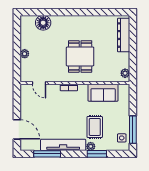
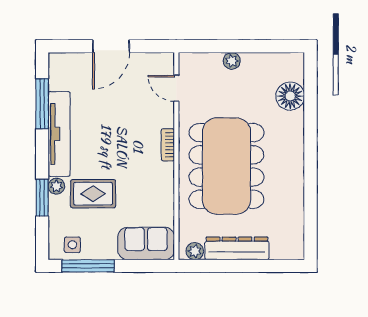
dresser: (124, 35) -> (237, 248), moved
dining table: (80, 56) -> (226, 166), width x1.88, depth x1.24
door: (39, 83) -> (176, 88), hinge flipped
sofa: (103, 93) -> (146, 243), moved, turned 90
door: (17, 129) -> (111, 46), moved

